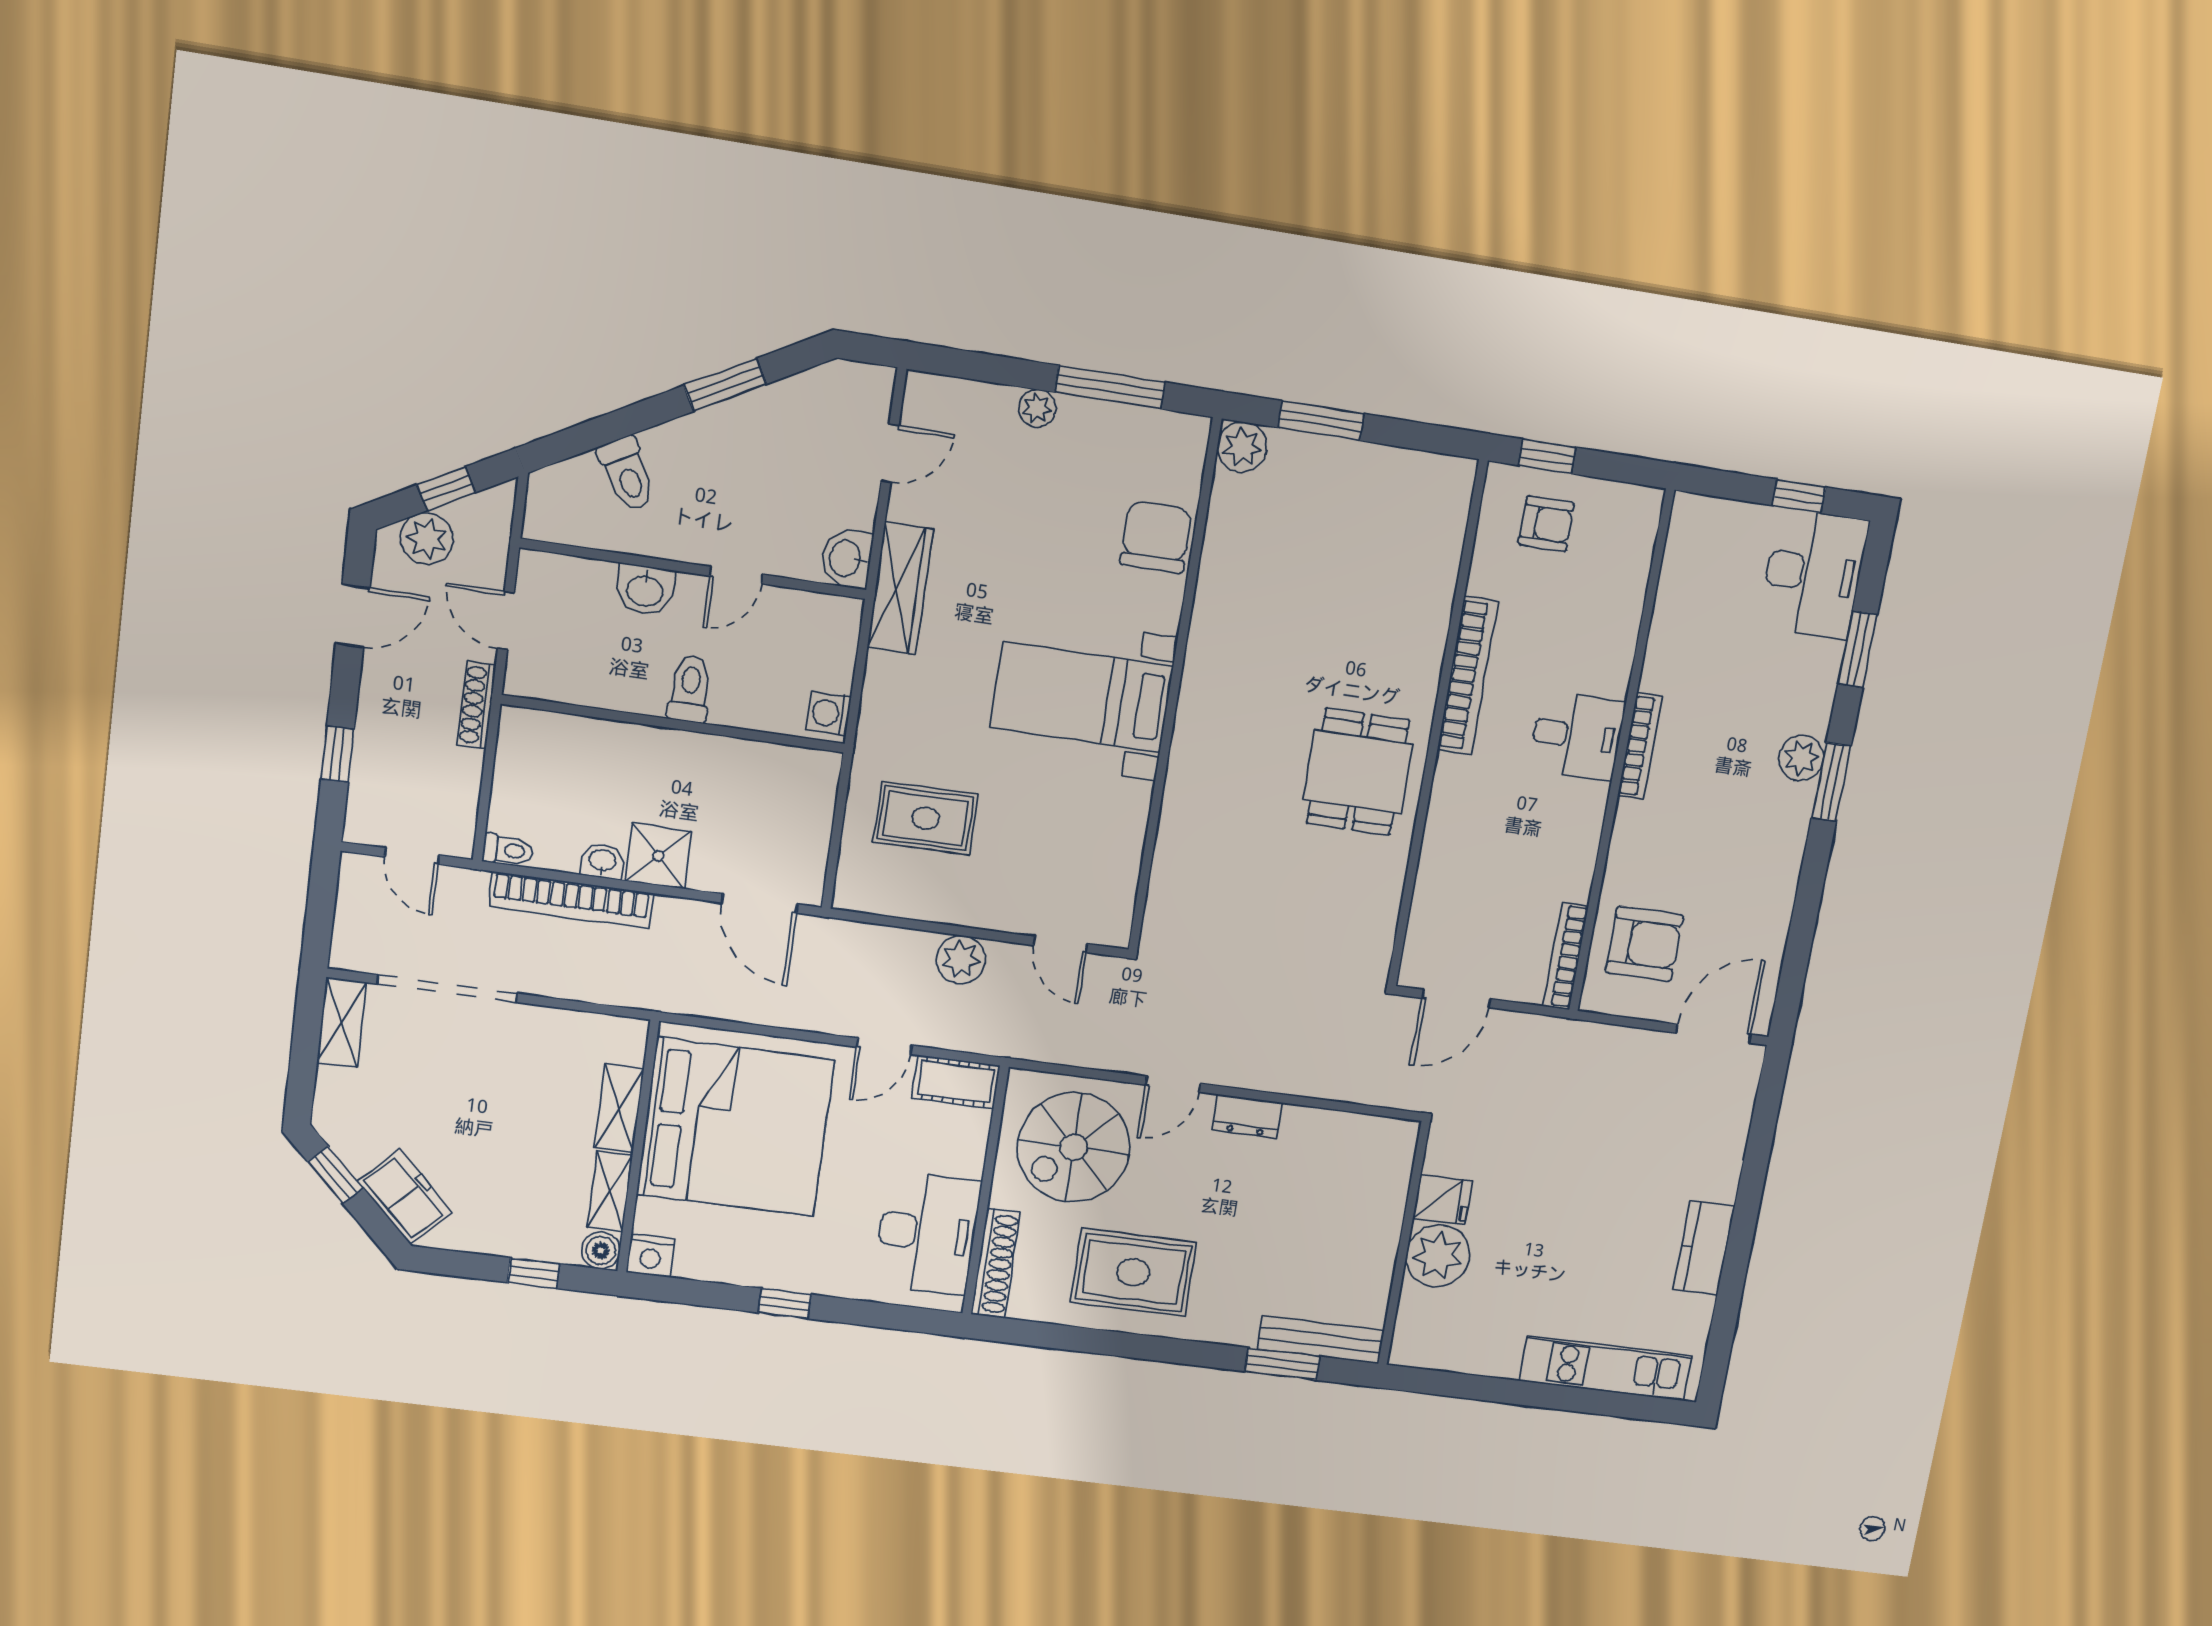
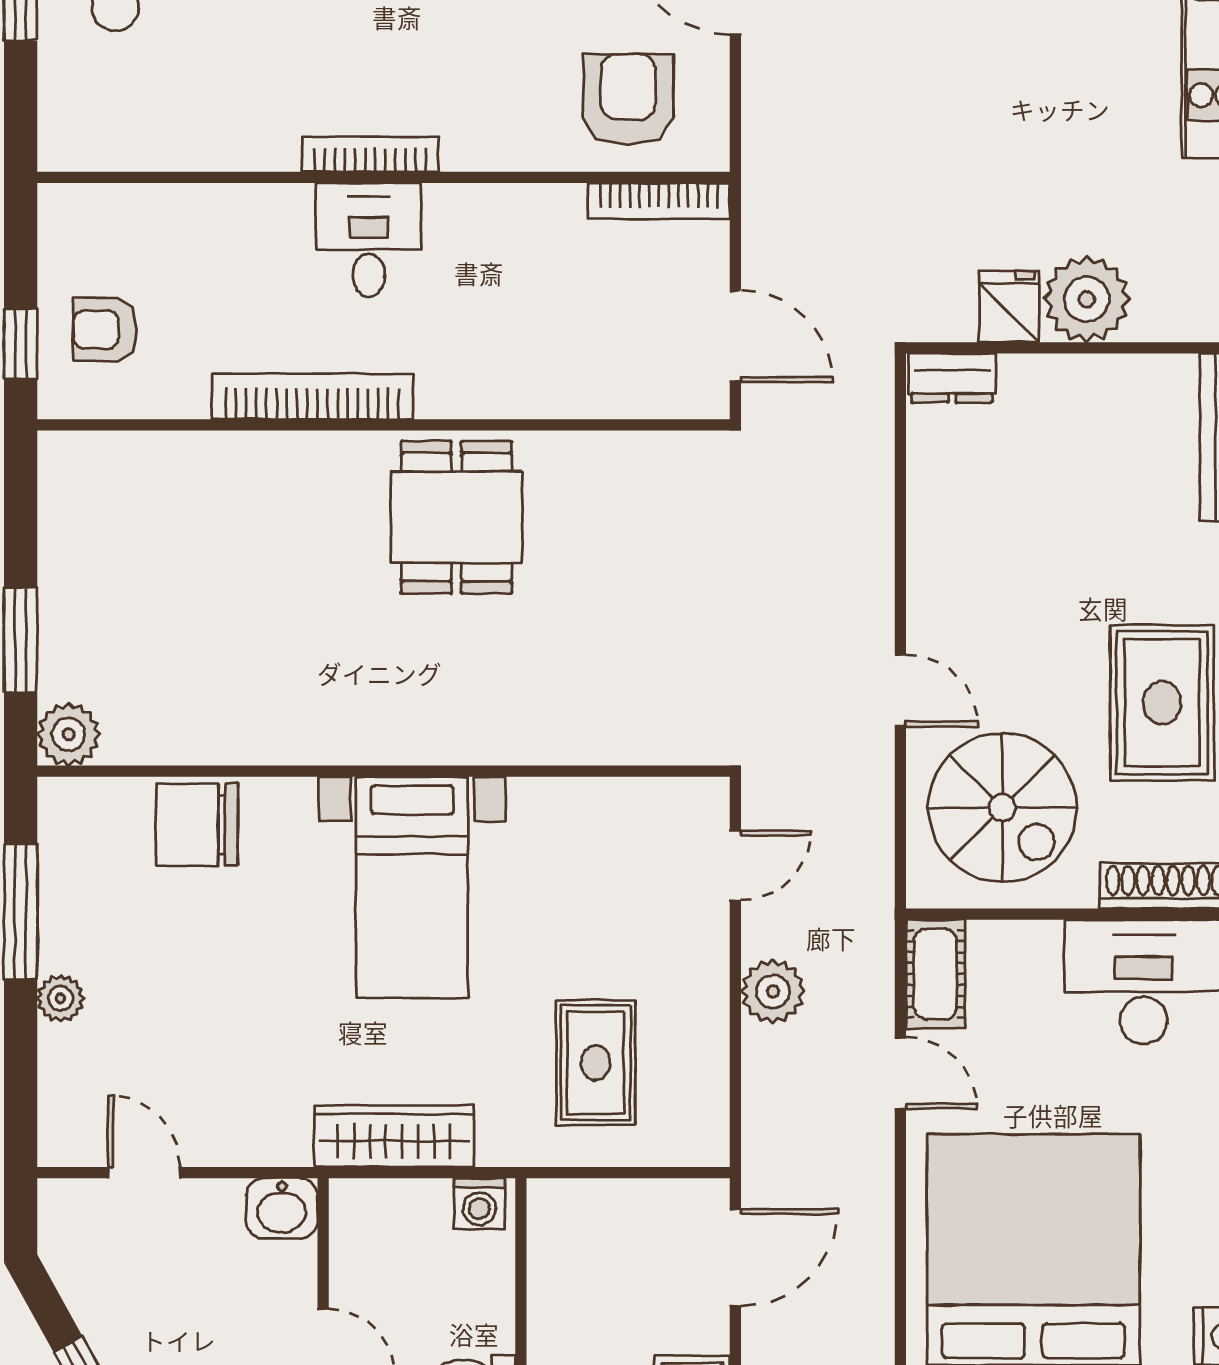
armchair: (1546, 524) -> (105, 329), turned -90
wardrobe: (900, 589) -> (394, 1136), moved
dining table: (1358, 772) -> (456, 517), turned 90
dresser: (1247, 1116) -> (952, 378), moved, turned 90

